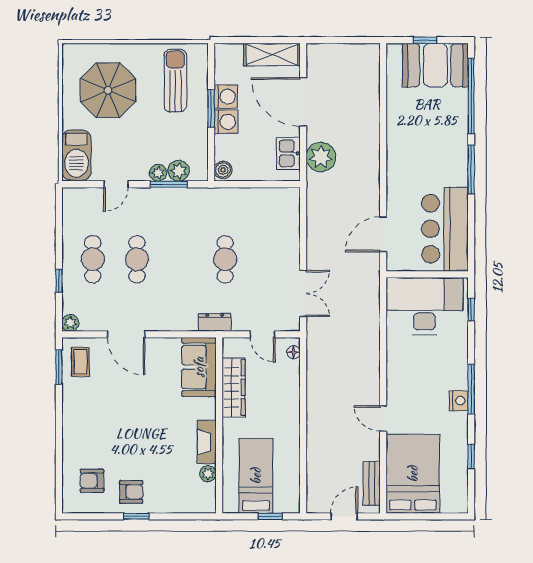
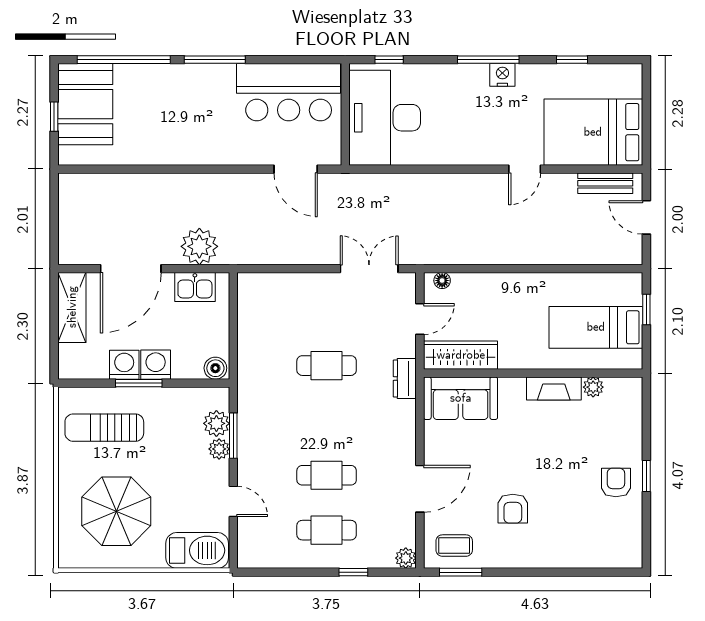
wardrobe: (234, 387) -> (461, 355), moved
armchair: (92, 481) -> (513, 509), moved

